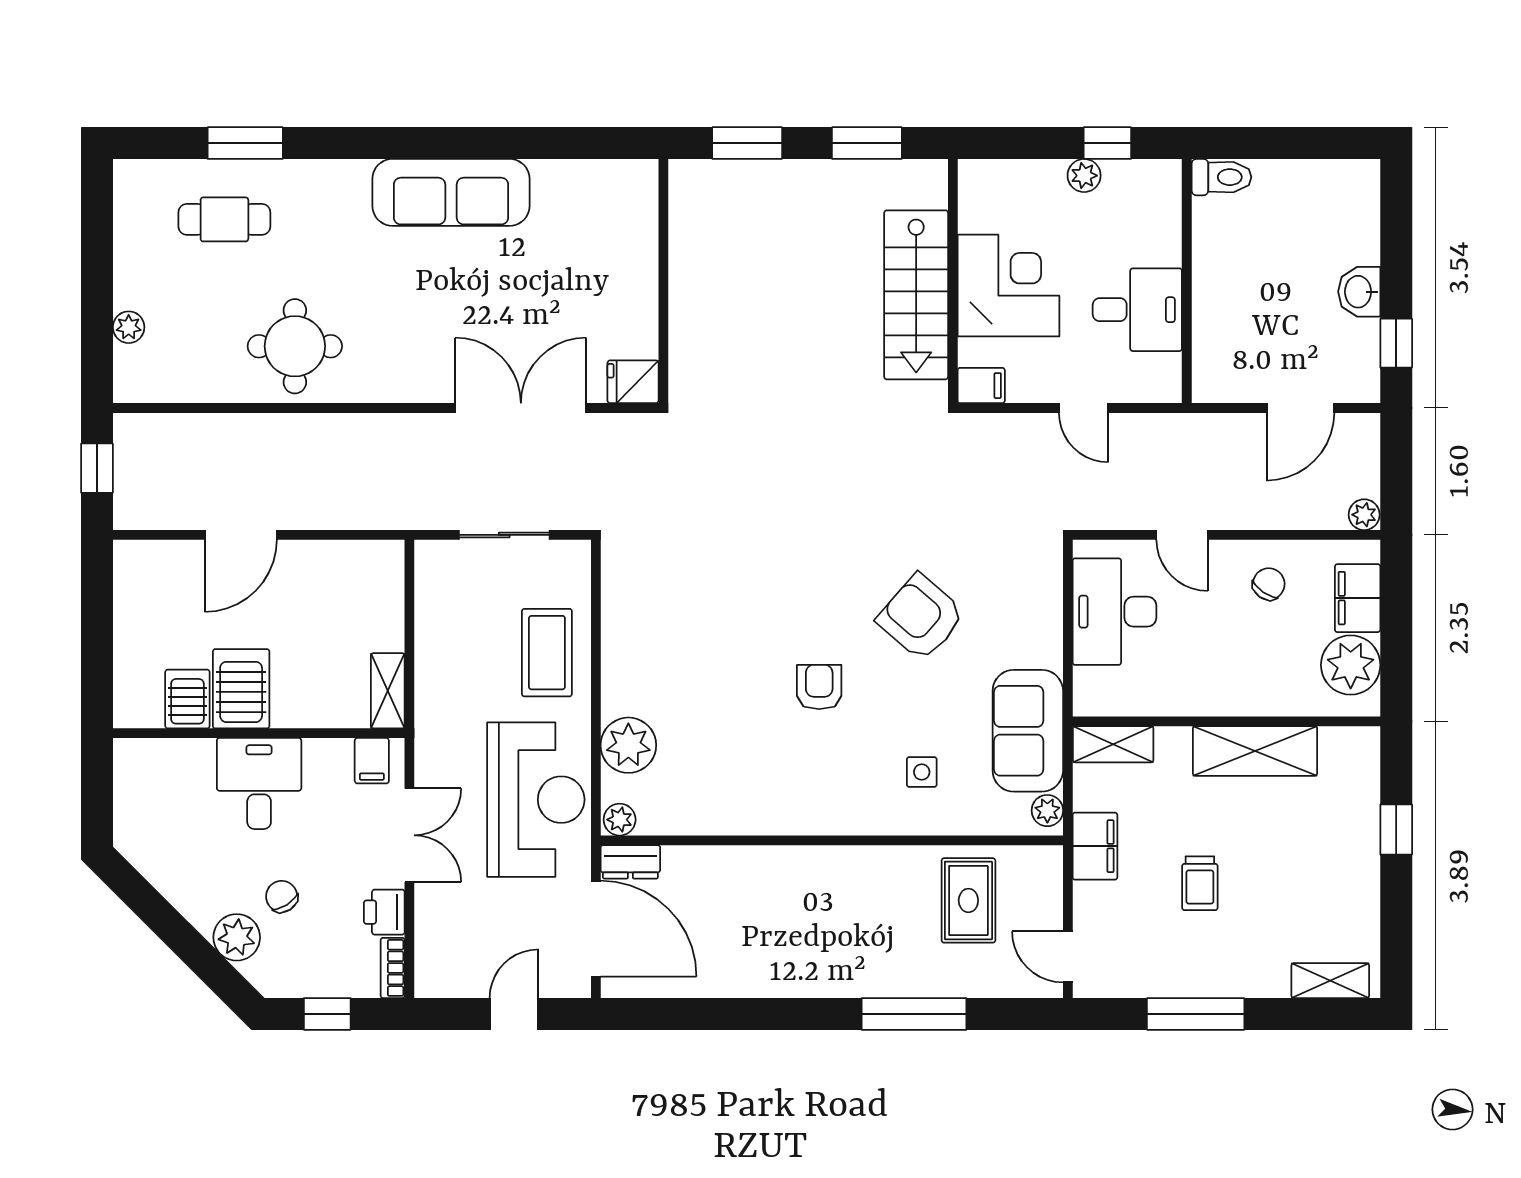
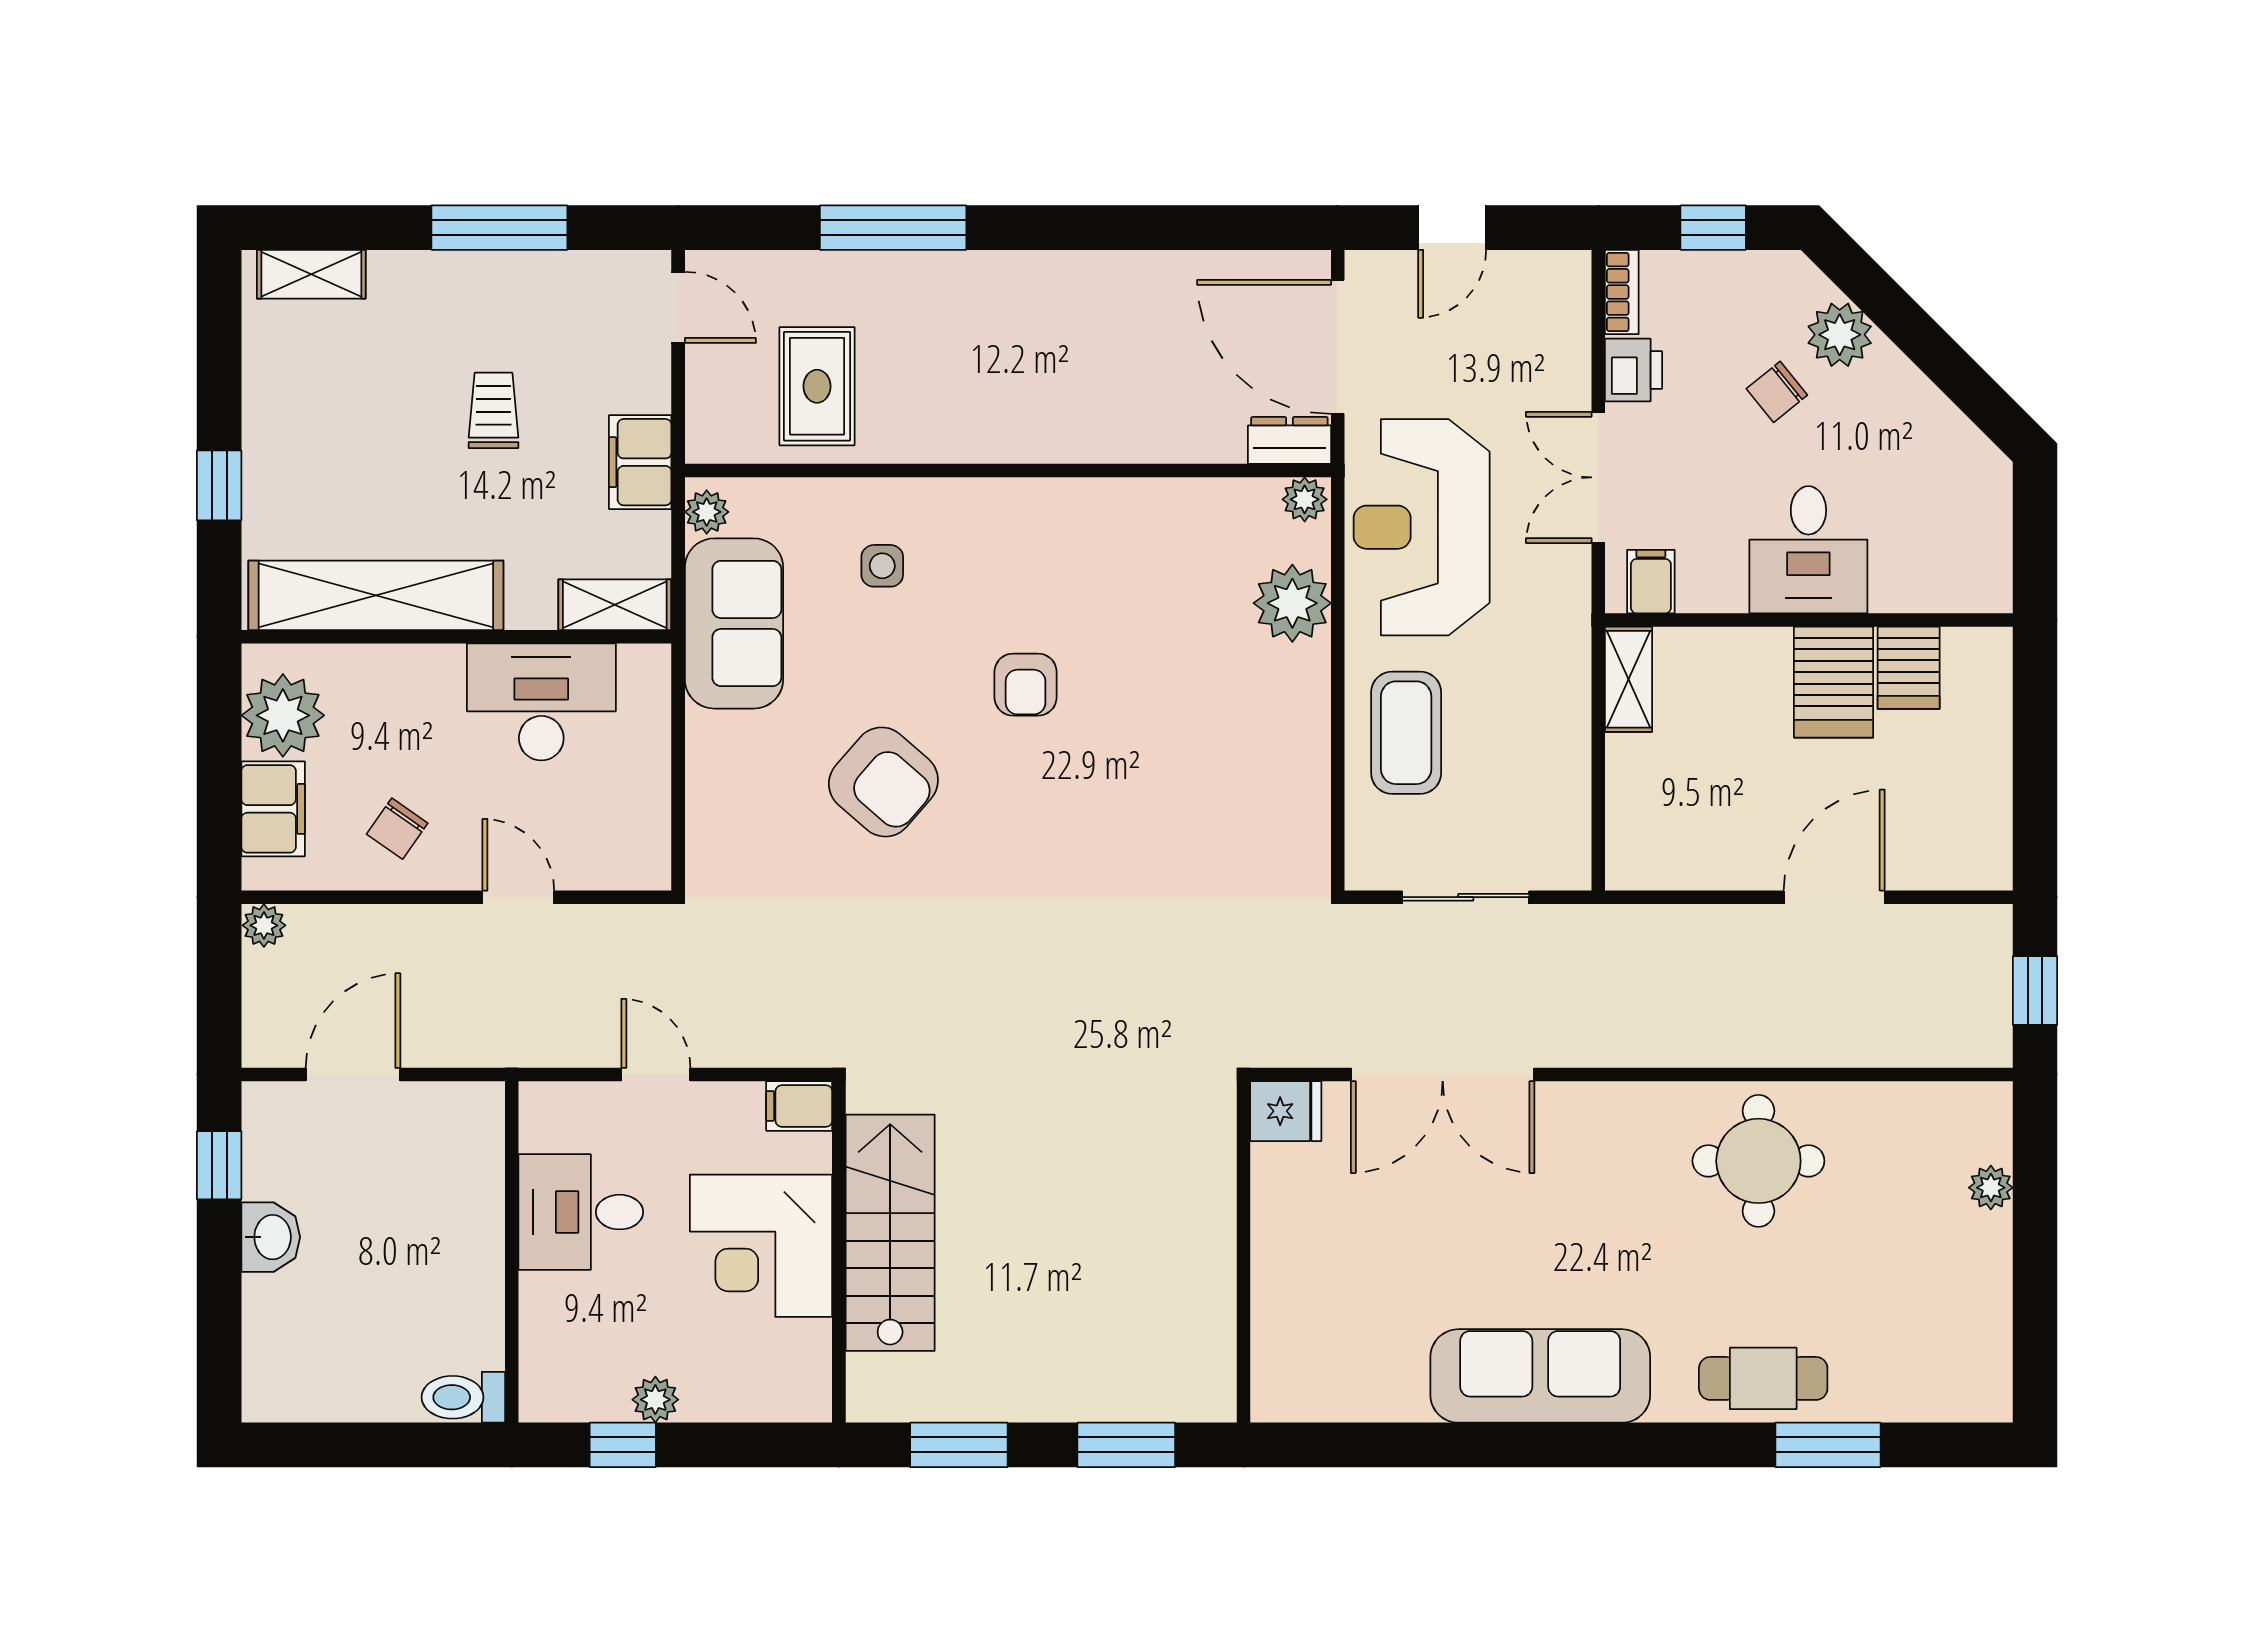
cafe table: (224, 219) -> (1763, 1378), moved
desk: (1114, 612) -> (541, 702), moved, turned -90
shelving: (1255, 751) -> (376, 595), width x1.47
chair: (282, 896) -> (1777, 392), turned 84

